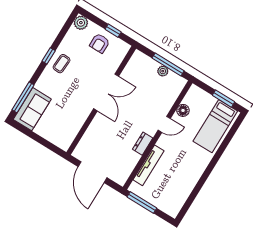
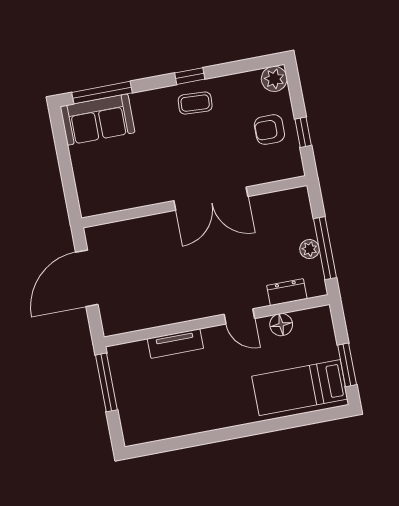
dresser: (143, 144) -> (287, 292), moved
tv unit: (149, 165) -> (175, 343), width x0.71

